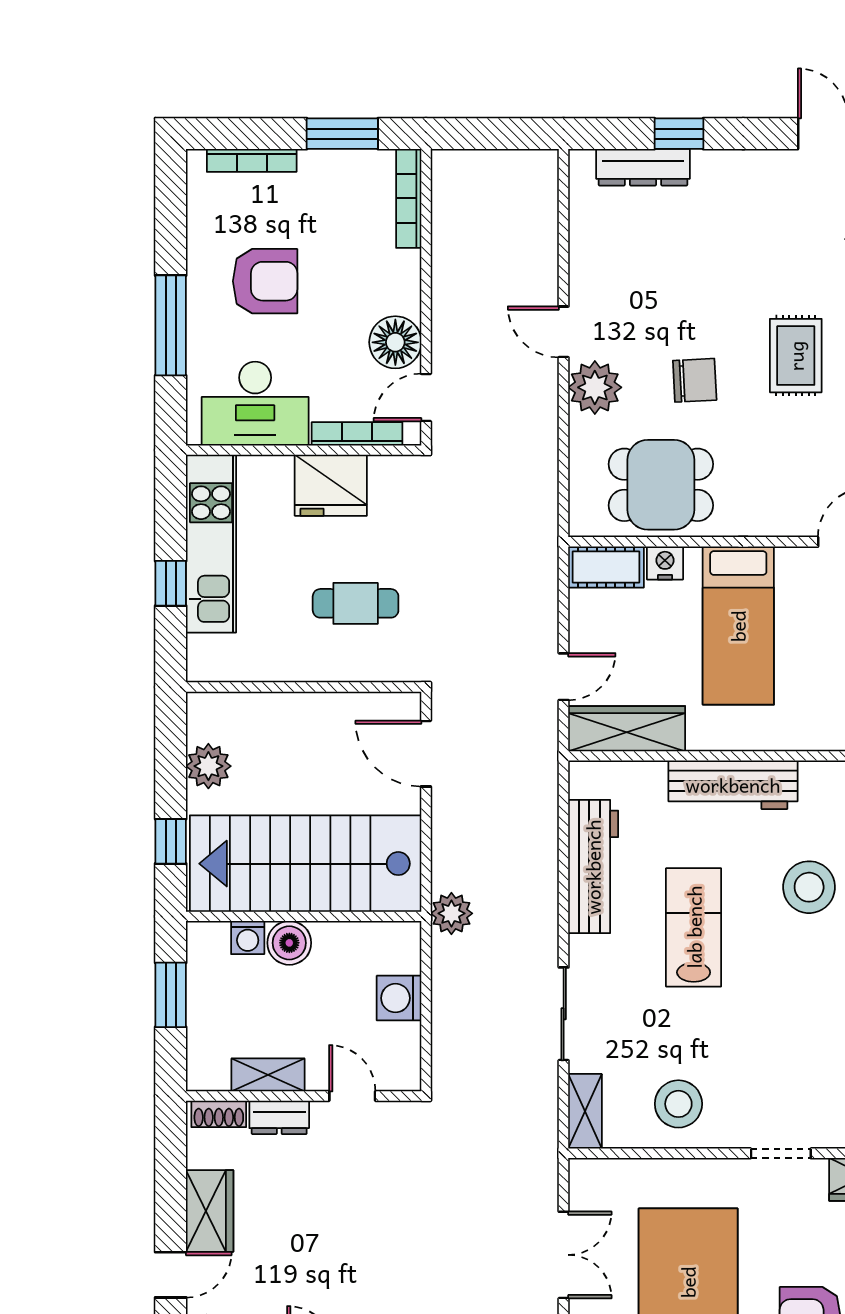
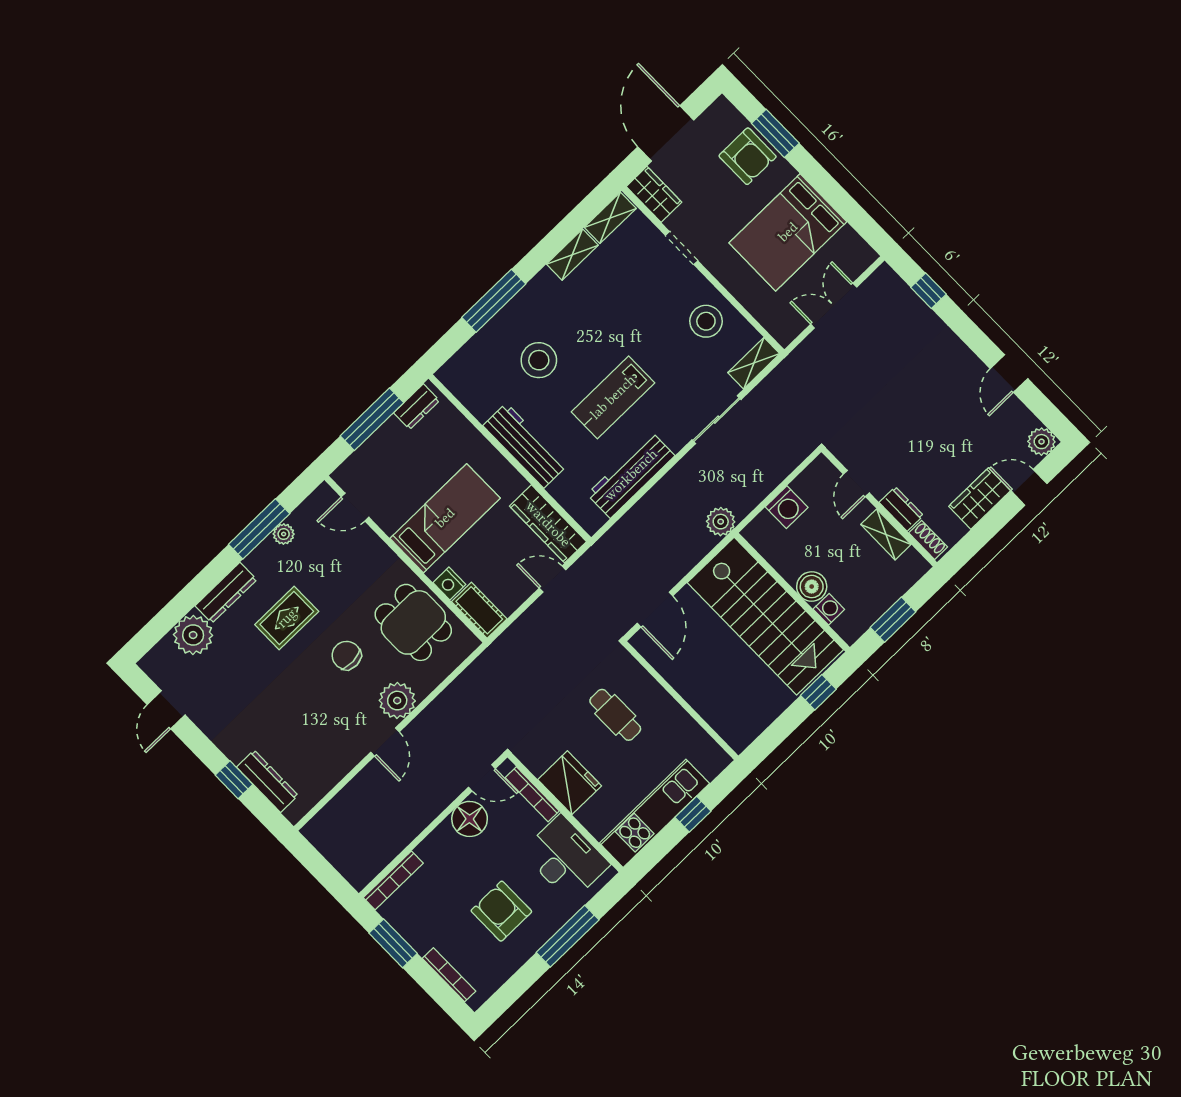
plant: (208, 766) -> (764, 709), removed

